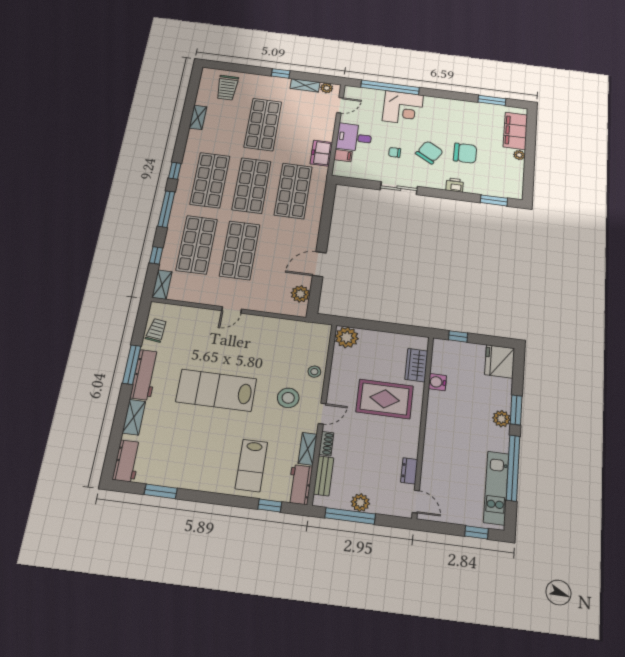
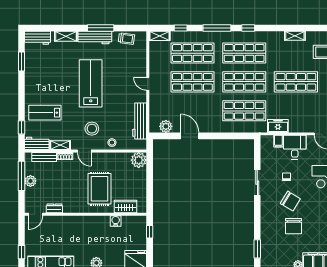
printer: (455, 185) -> (266, 221), removed
workbench: (287, 328) -> (140, 121), added

